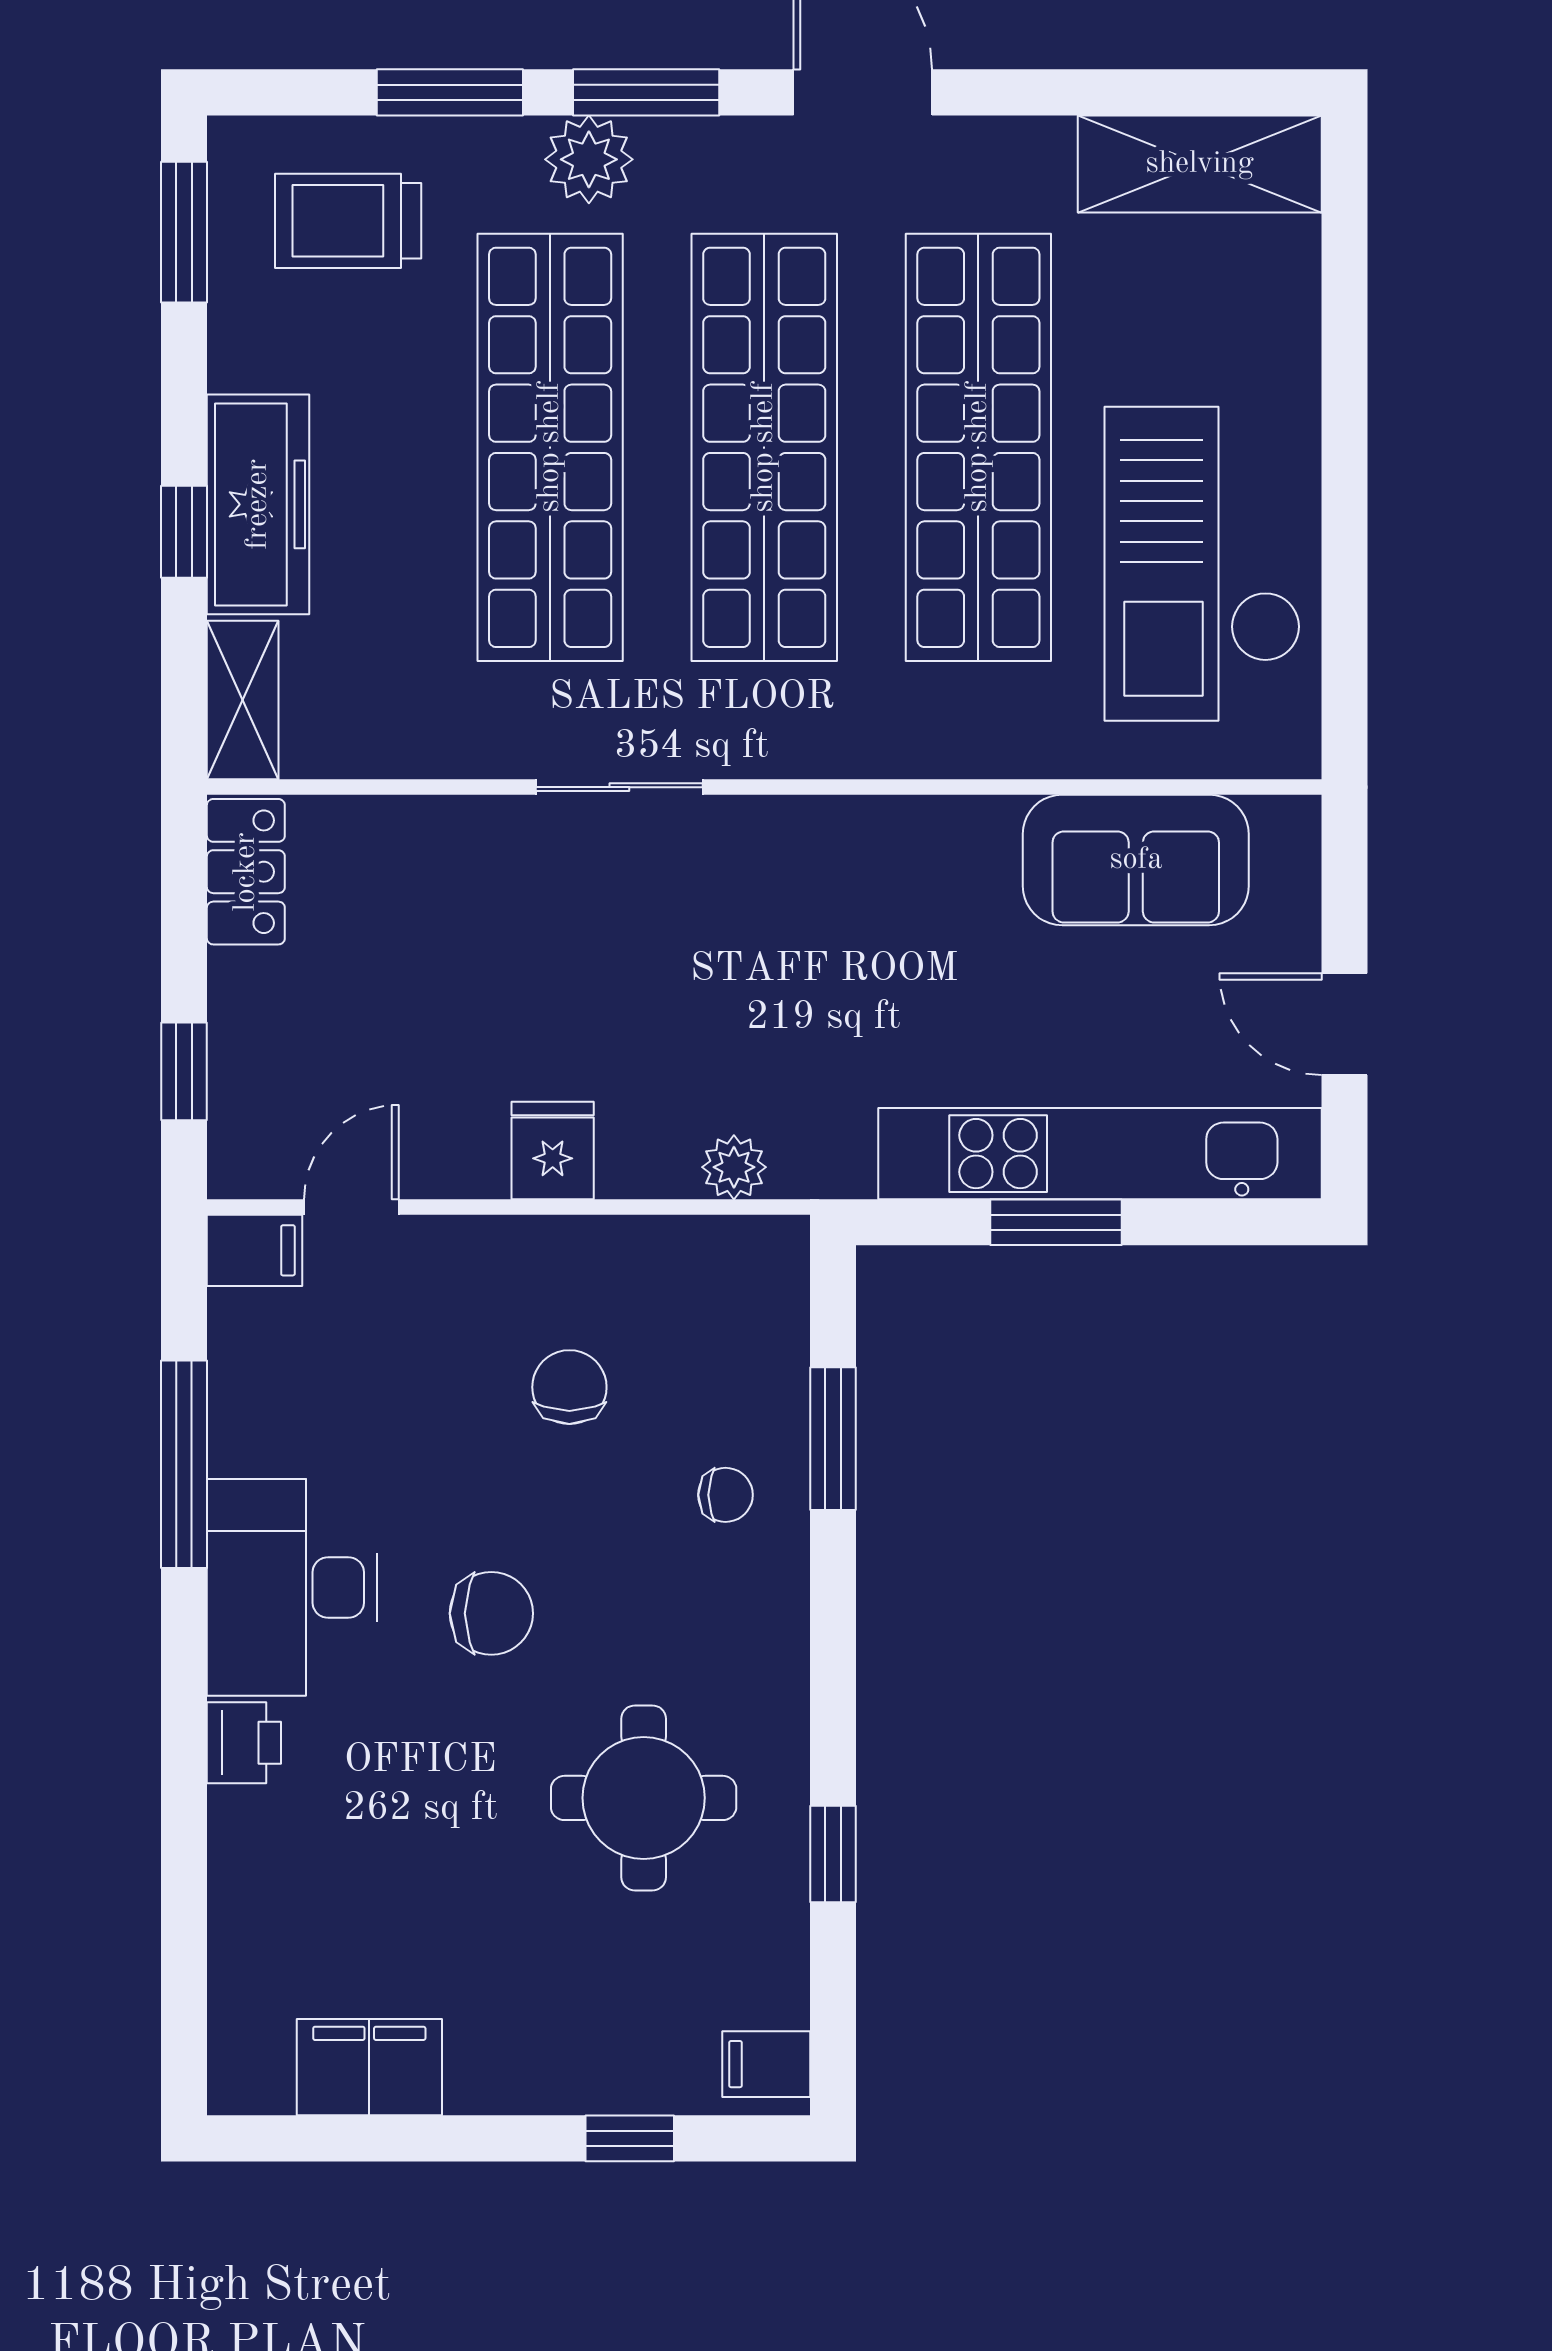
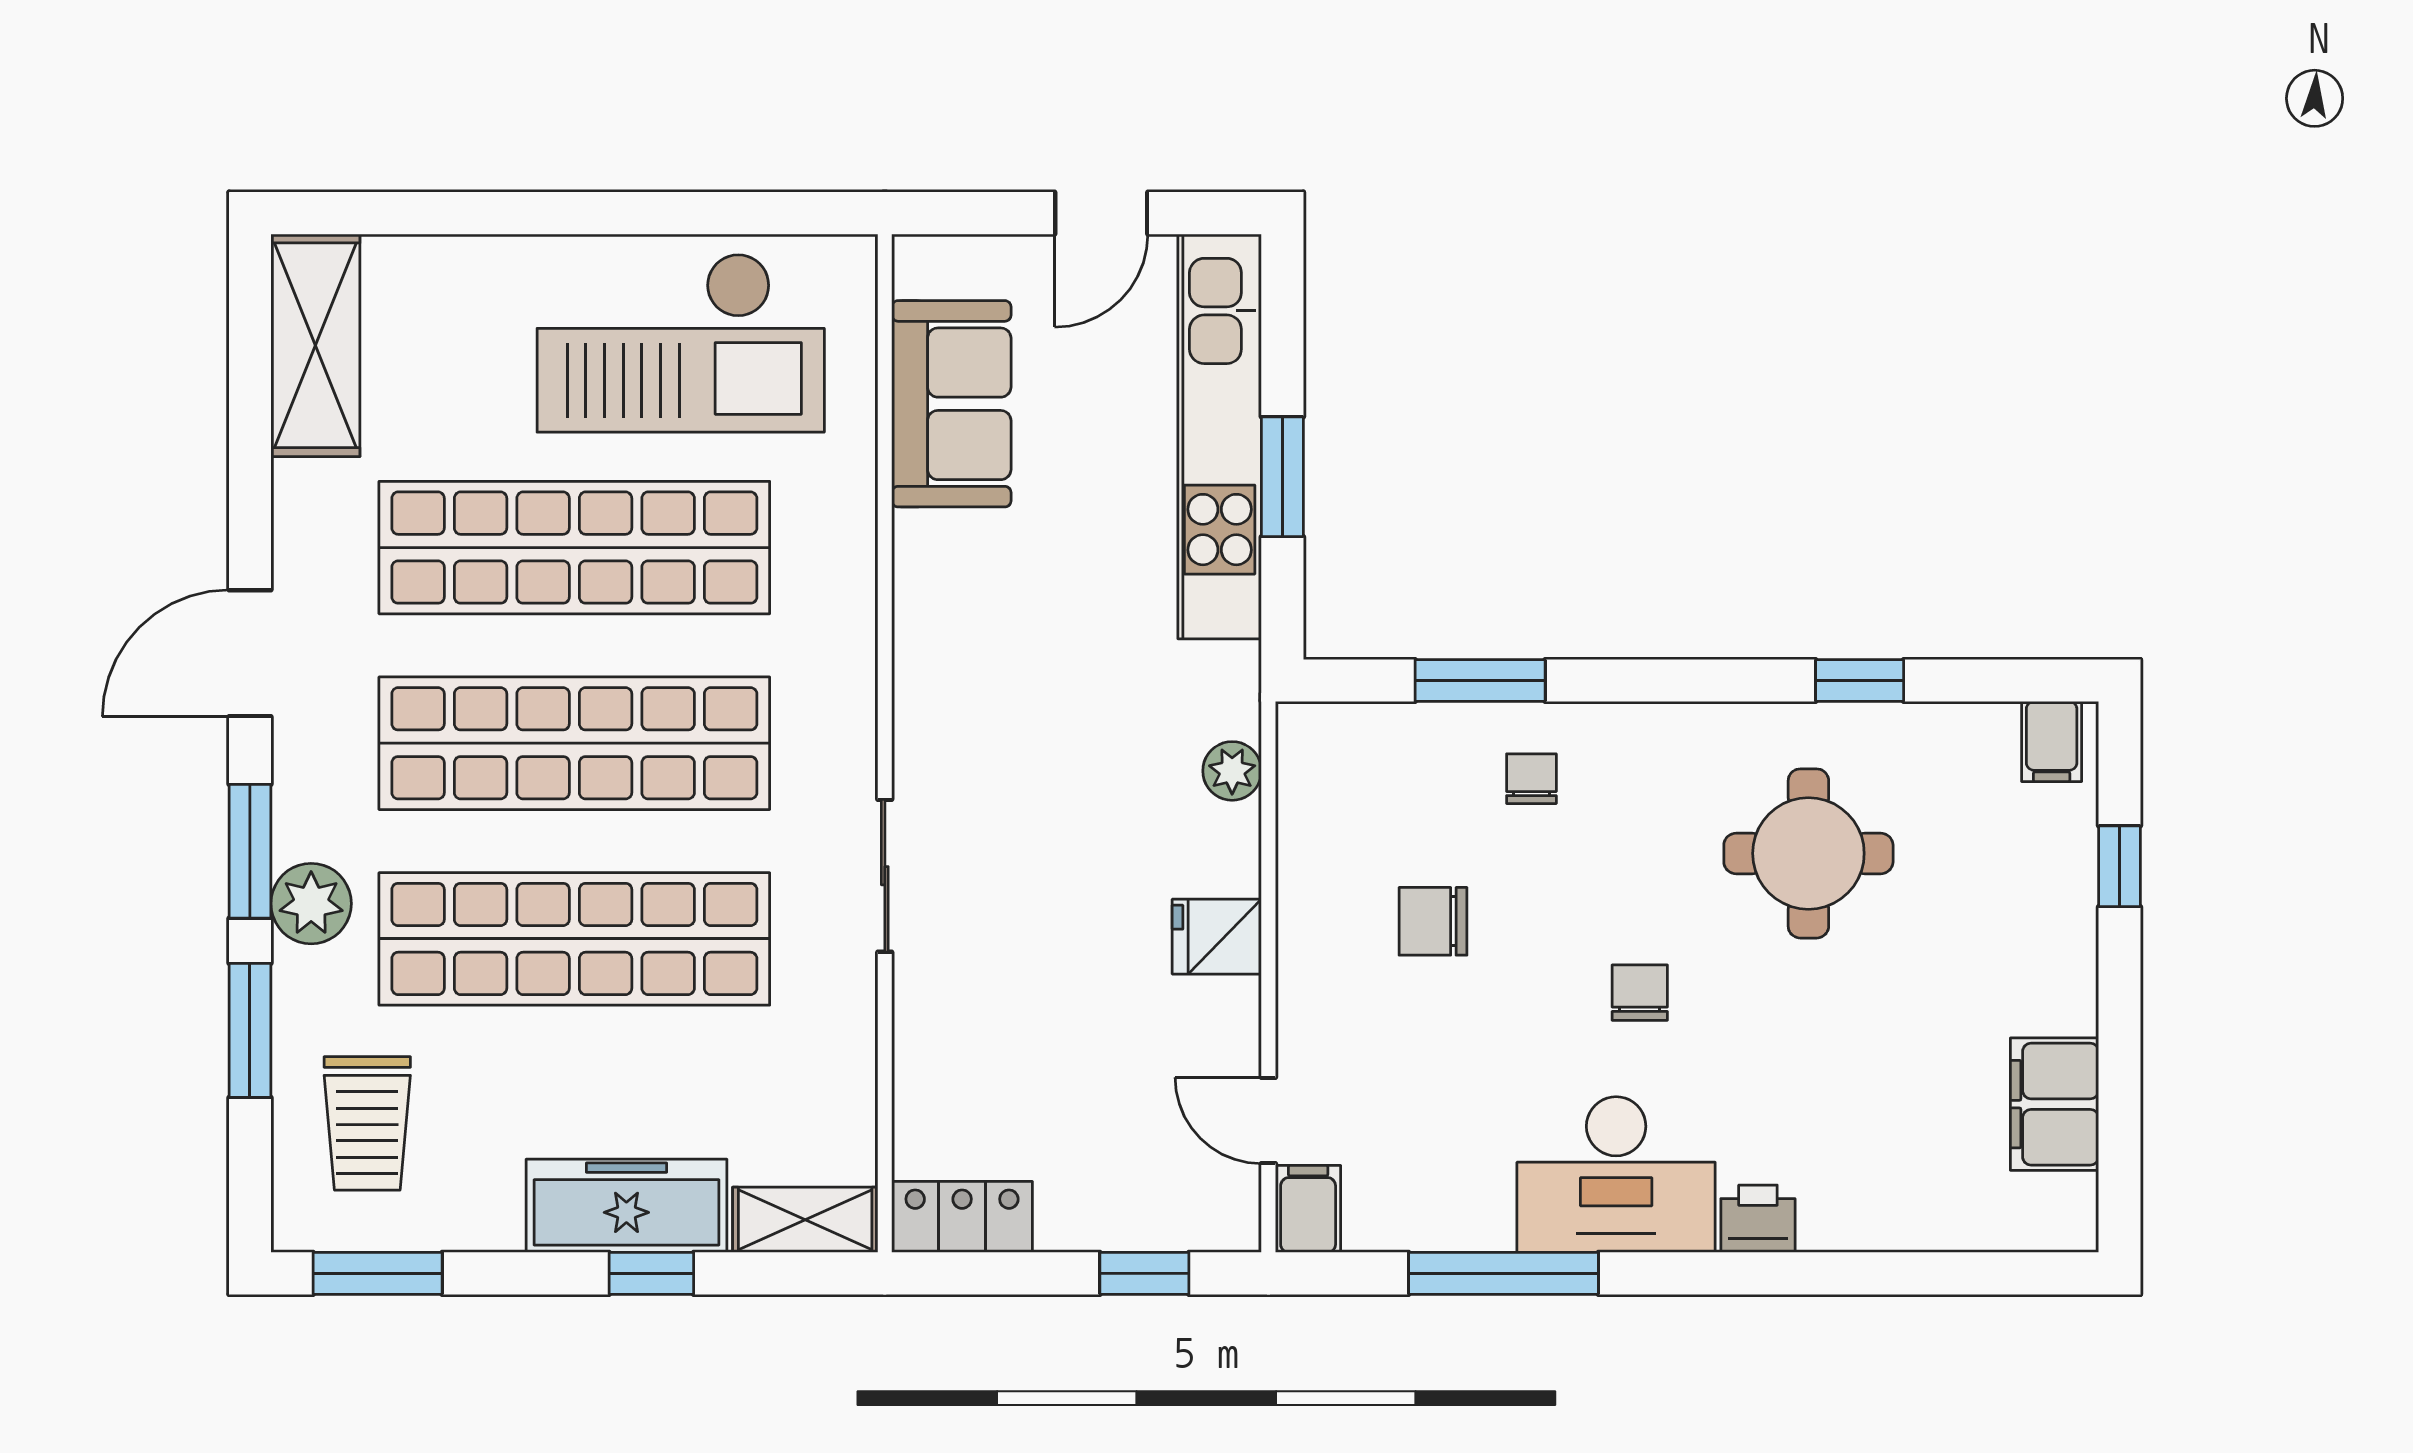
chair: (491, 1613) -> (1640, 993), width x0.73, depth x0.73

